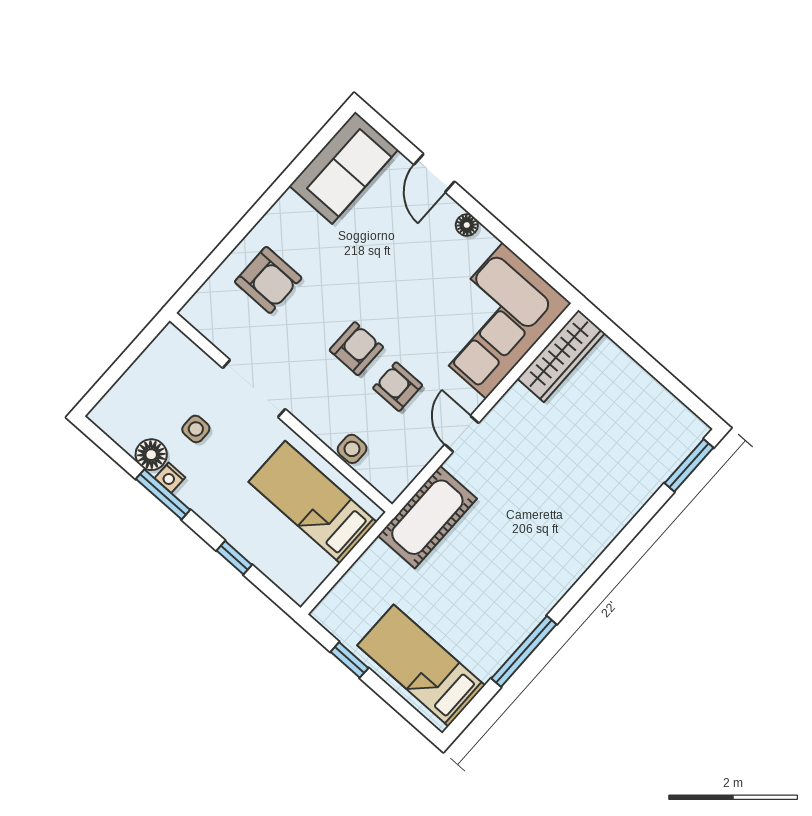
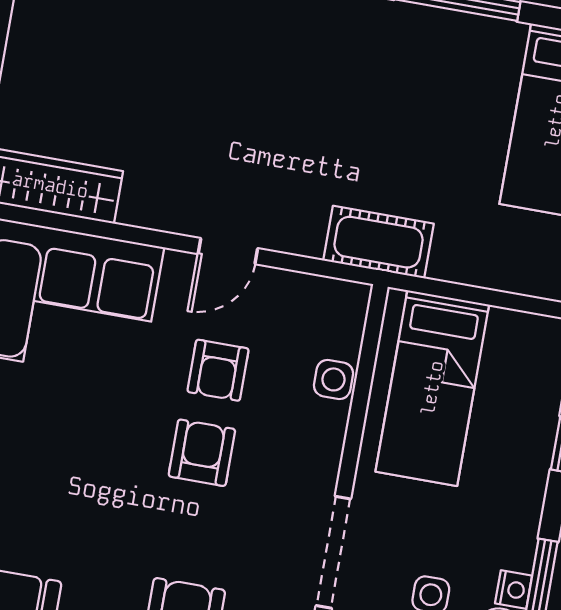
armchair: (356, 349) -> (202, 453), turned 90
cot: (427, 517) -> (378, 242), width x0.73, depth x0.75

